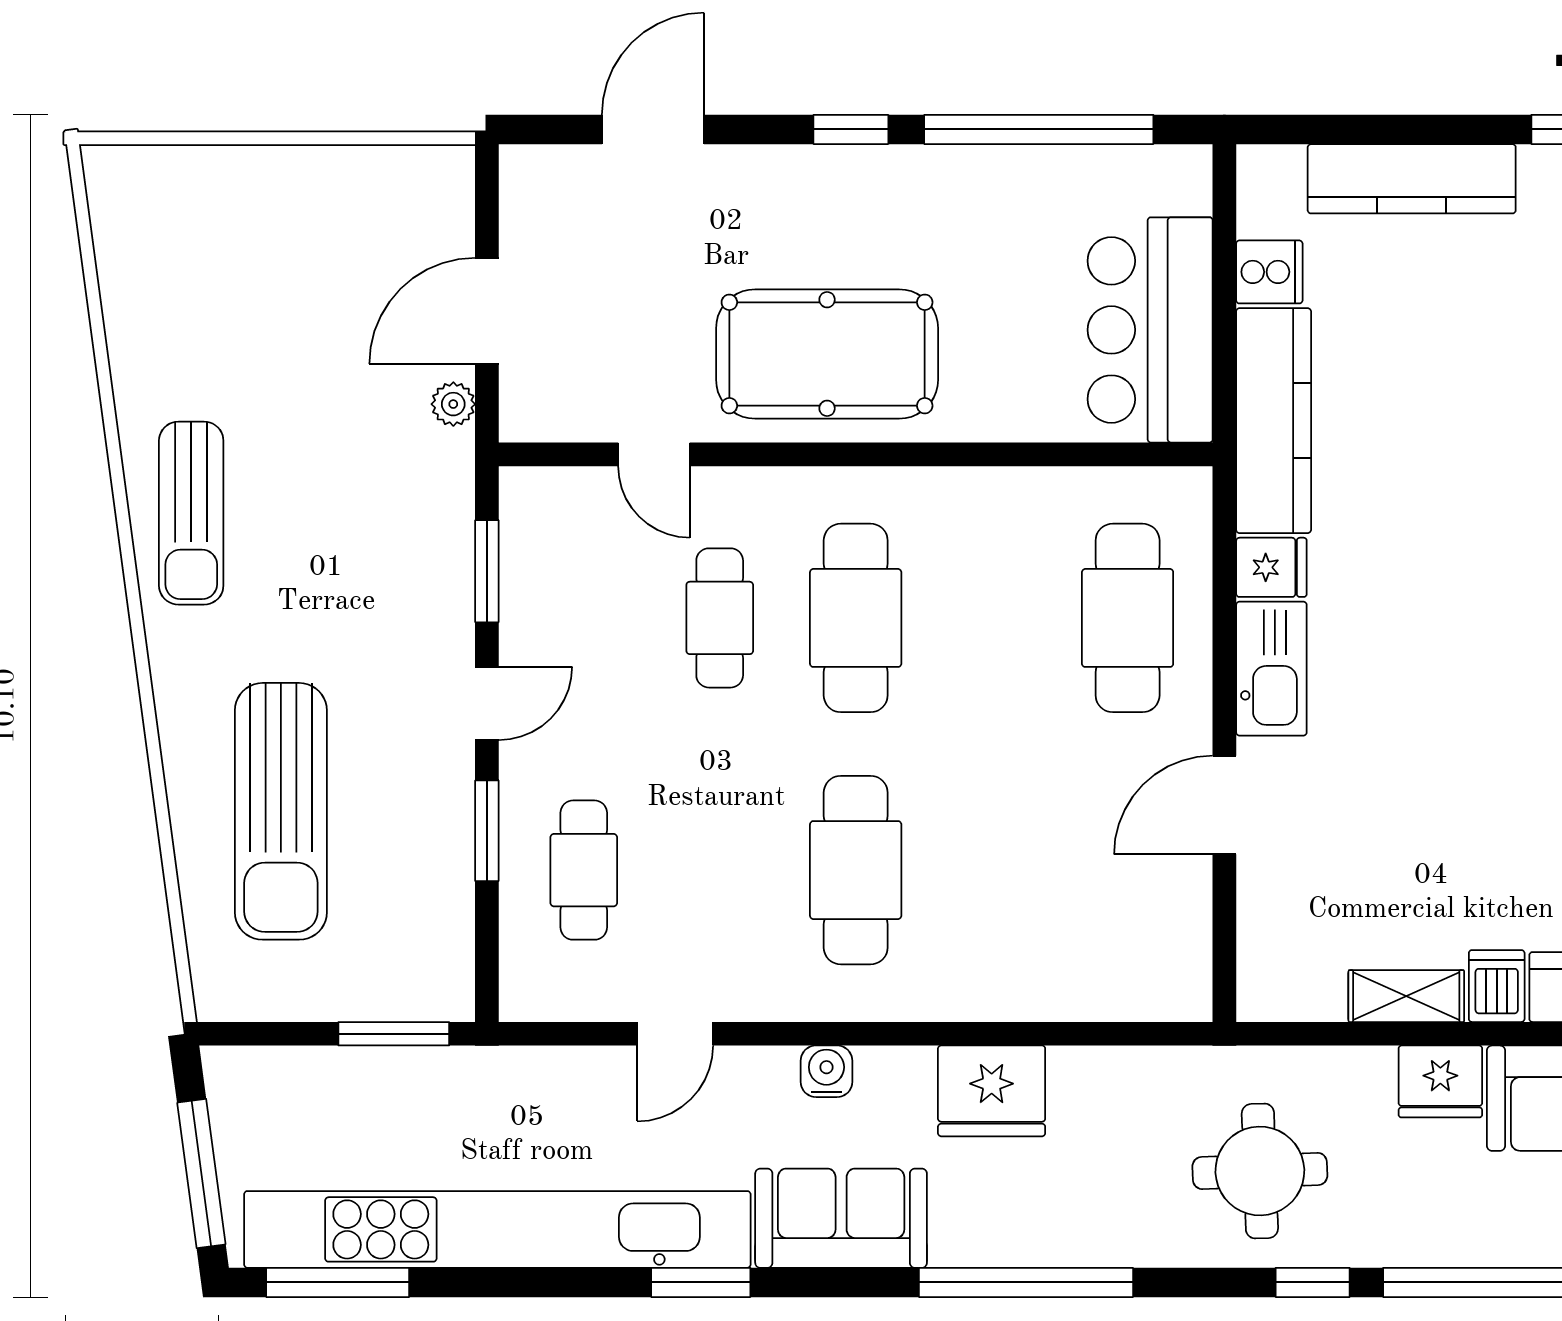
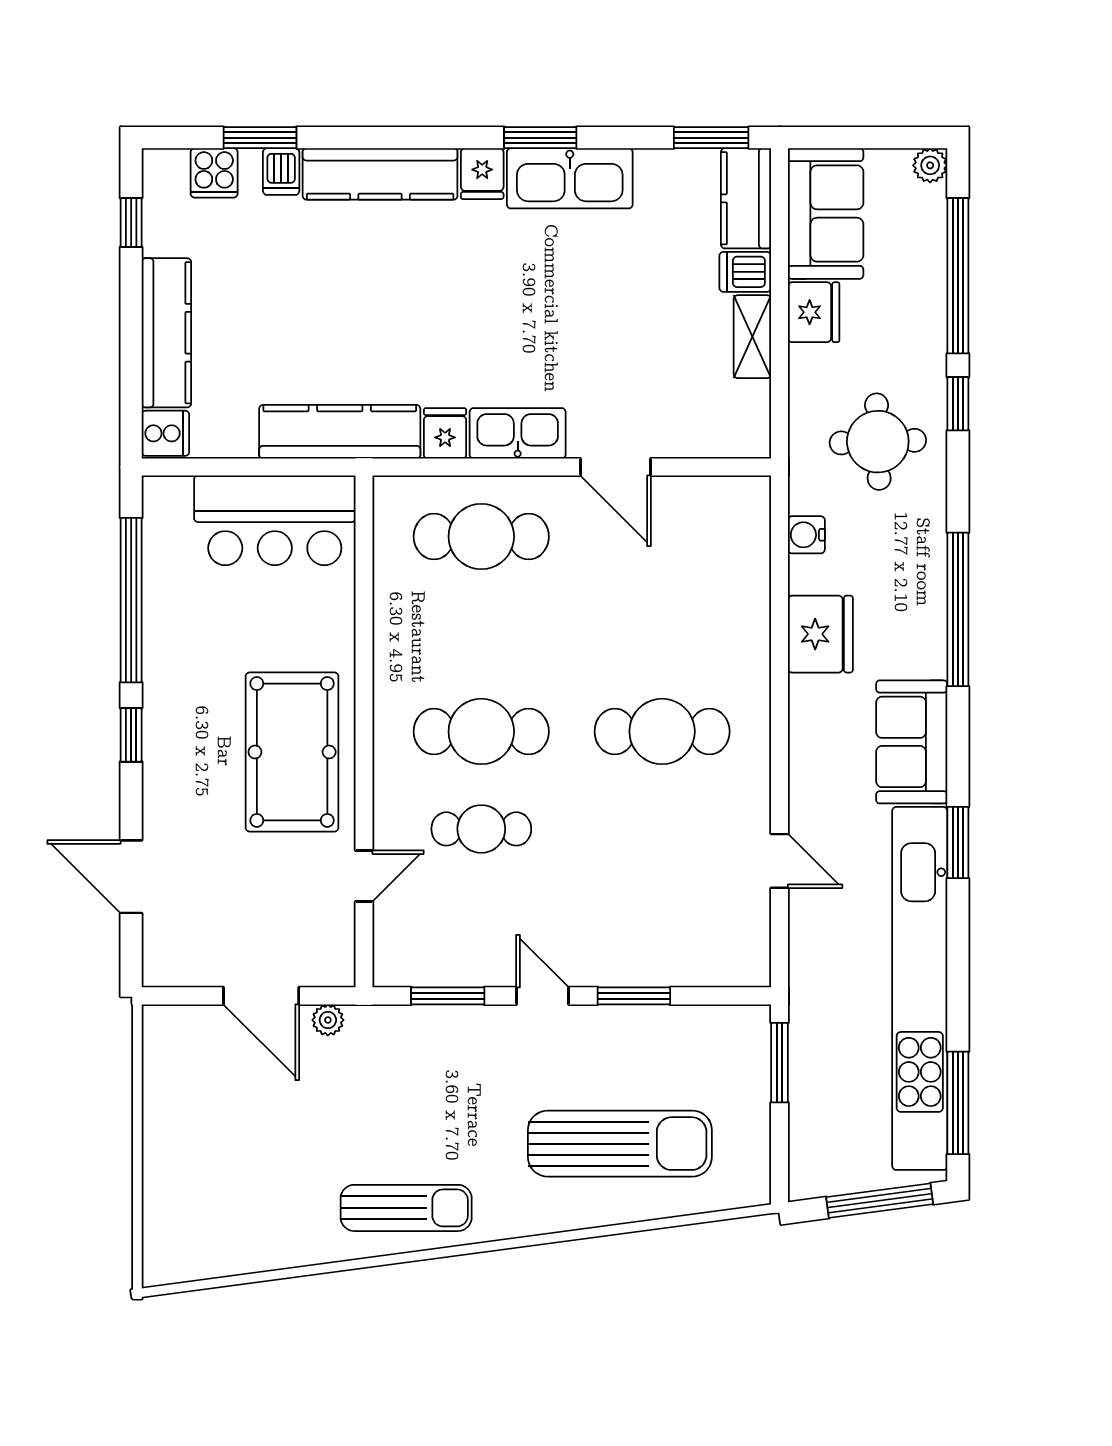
cooker: (1269, 272) -> (165, 433), moved, turned 90
cafe table: (584, 870) -> (662, 926), removed
water cooler: (826, 1071) -> (806, 535), moved

